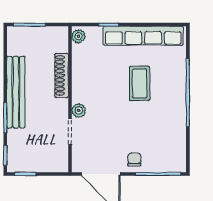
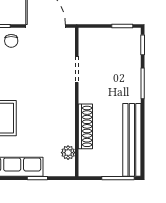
plant: (79, 36) -> (68, 153), moved
bench: (16, 92) -> (132, 140), moved
plant: (79, 111) -> (68, 91), removed

